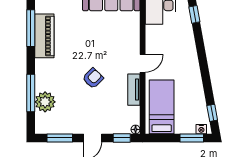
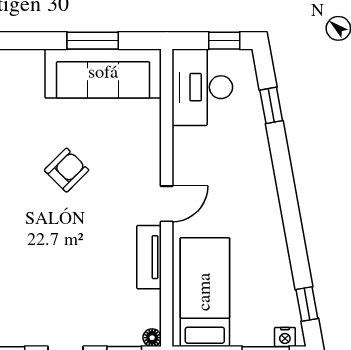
armchair: (93, 78) -> (67, 170), moved

